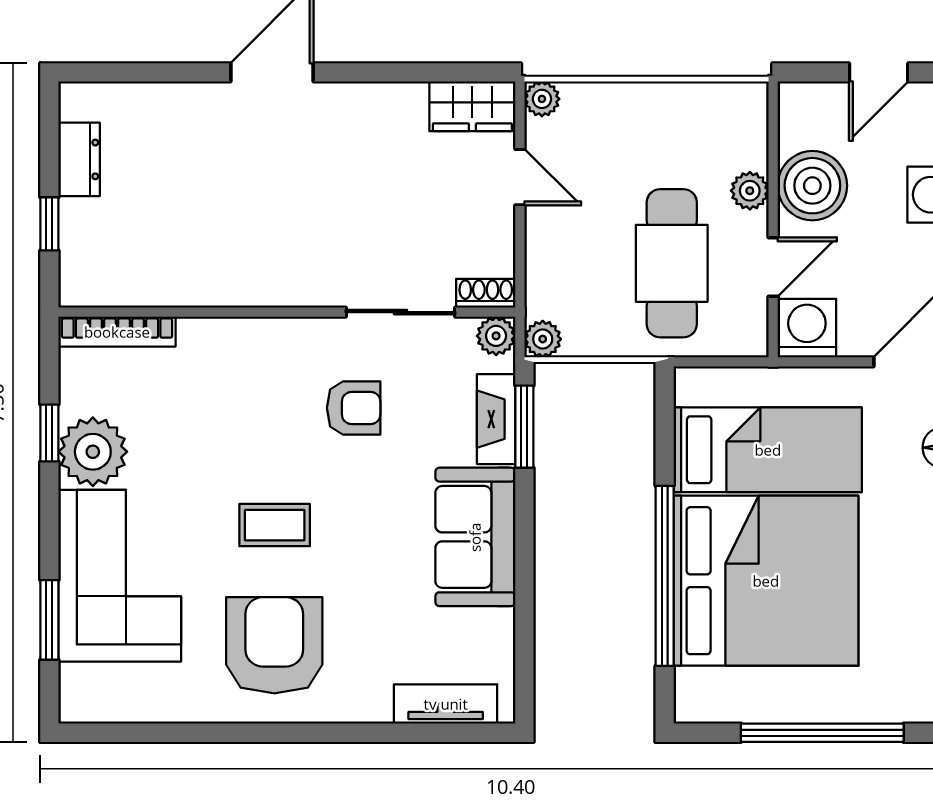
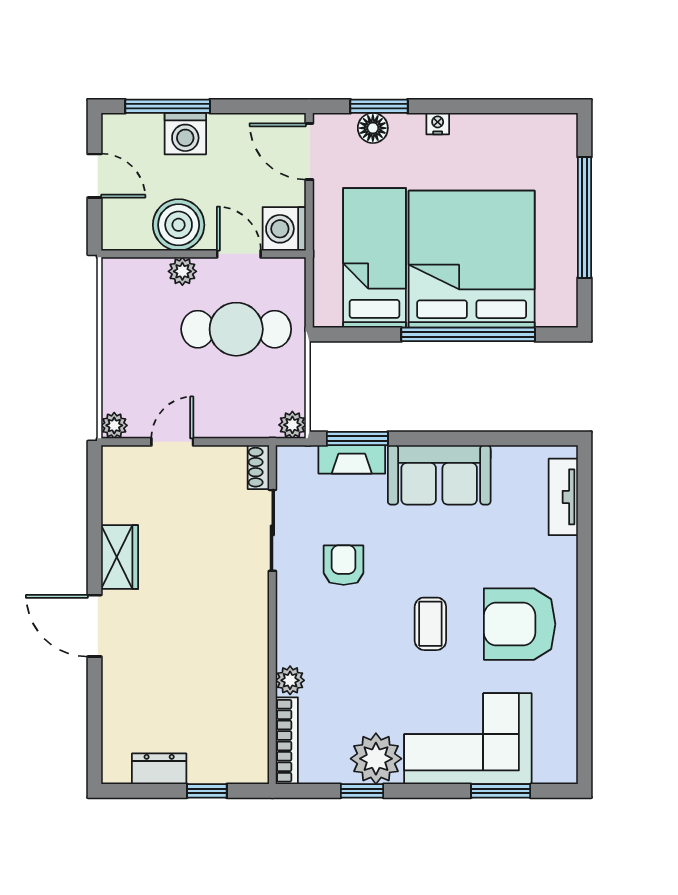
wardrobe: (472, 106) -> (120, 557), moved
plant: (496, 336) -> (290, 680), moved

